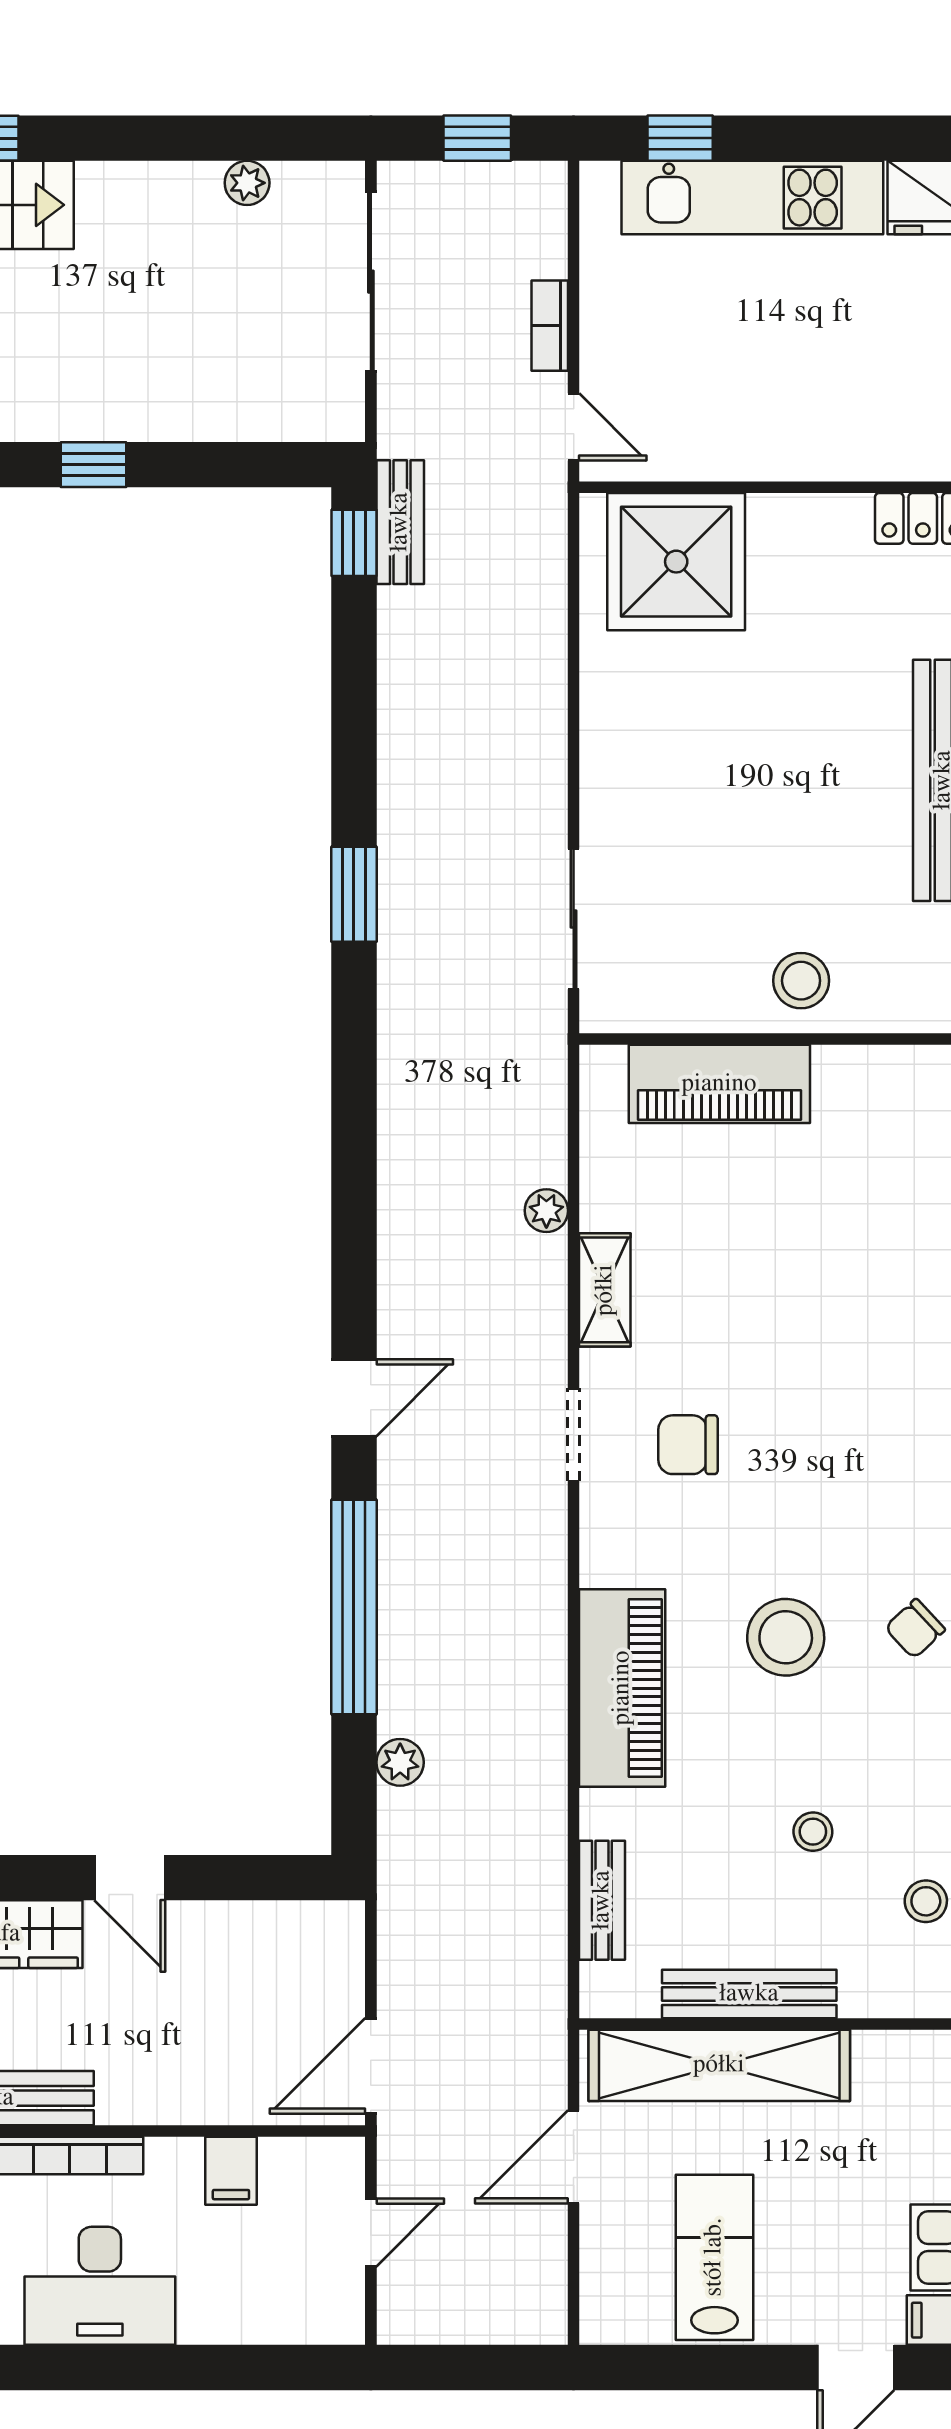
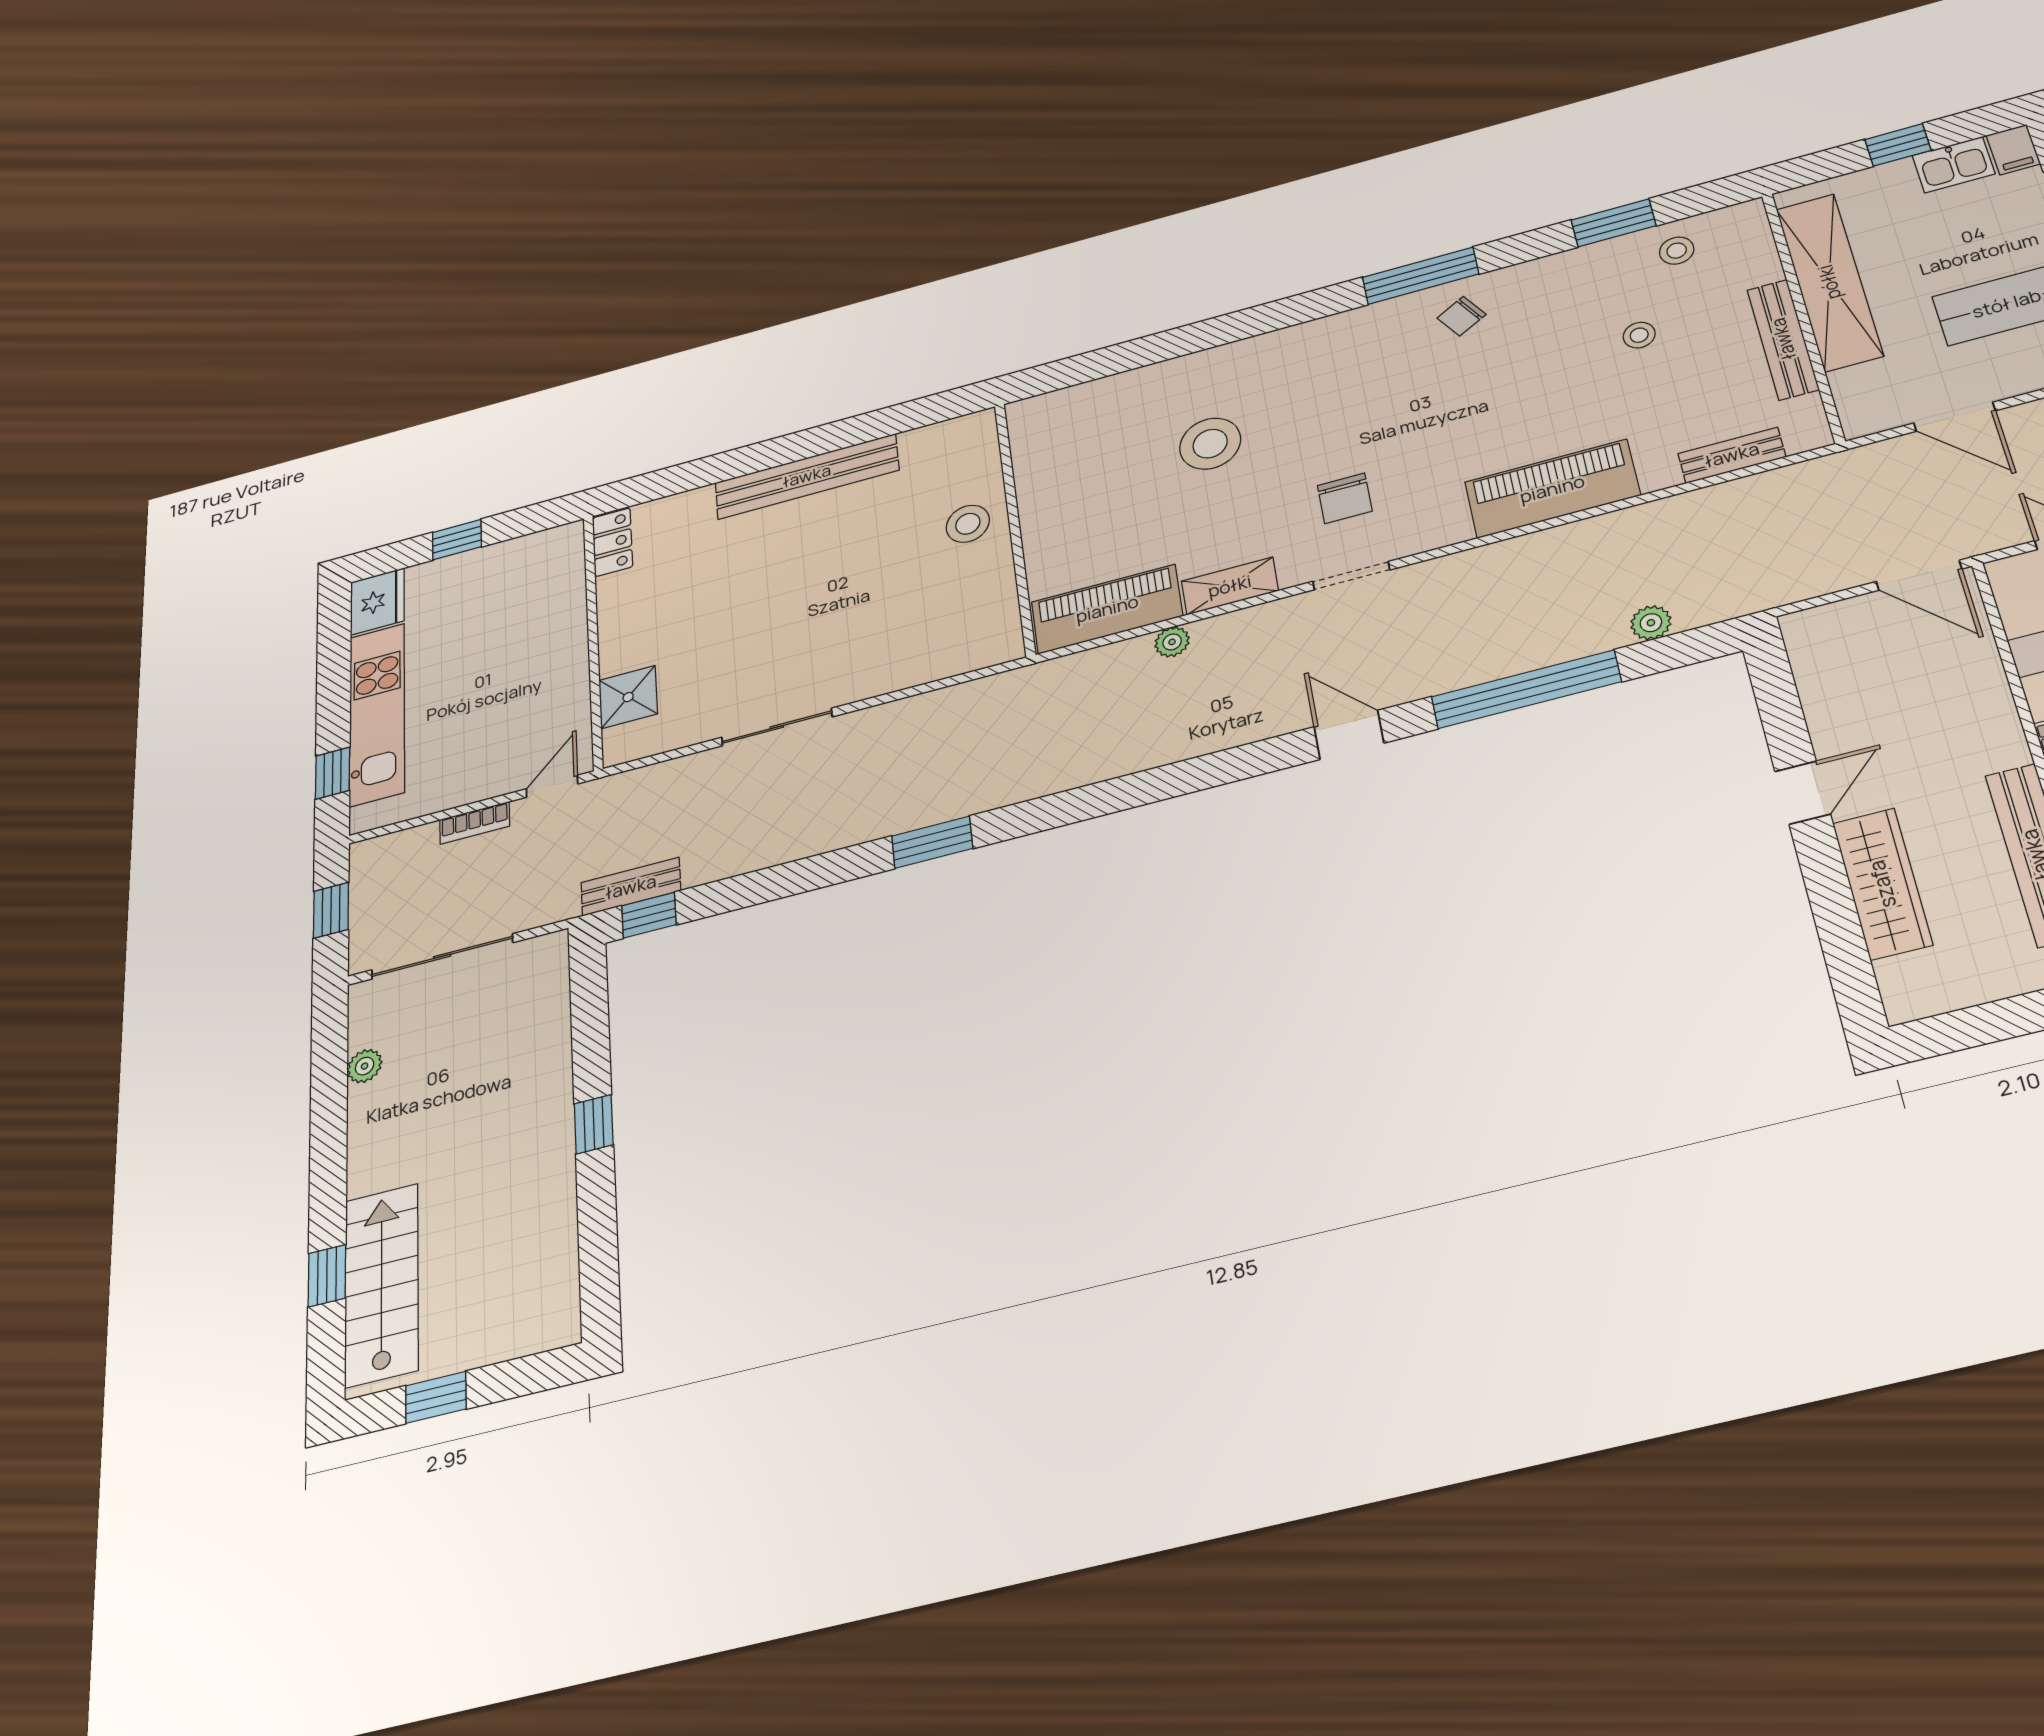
shower: (676, 562) -> (628, 697), width x0.54, depth x0.54
sliding door: (574, 919) -> (777, 727), moved
piano: (719, 1084) -> (1107, 609), moved, turned -90
chair: (915, 1629) -> (1462, 316), turned 102
stool: (786, 1637) -> (1210, 444), moved
shelving: (719, 2065) -> (1829, 282), moved

